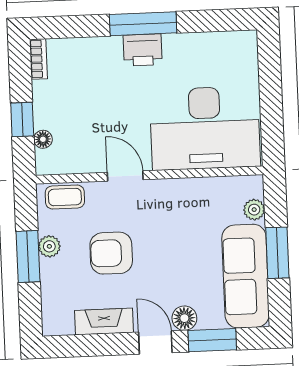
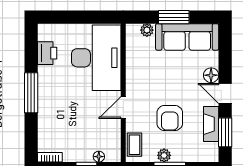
printer: (143, 50) -> (47, 53), moved
window: (212, 340) -> (225, 132), moved
door: (155, 342) -> (225, 93), hinge flipped

